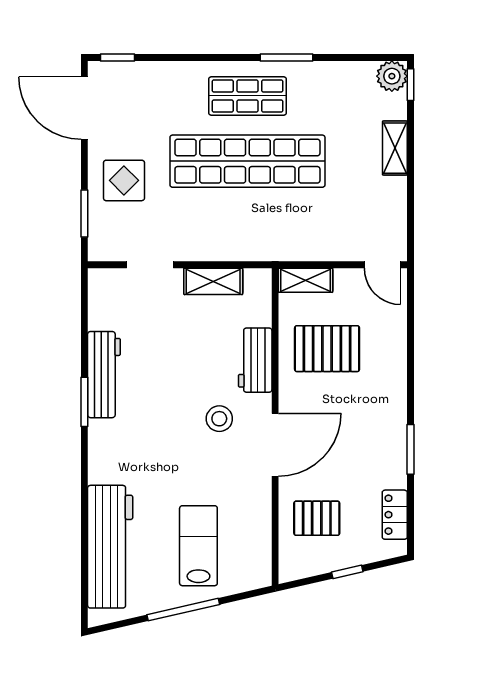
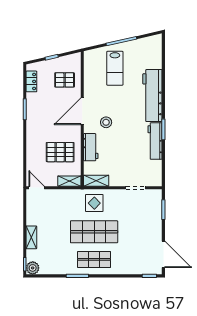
shop shelf: (247, 161) -> (94, 232), width x0.71
display table: (124, 180) -> (94, 203), moved
shelving: (213, 281) -> (96, 181), moved
workbench: (110, 547) -> (152, 96), moved

